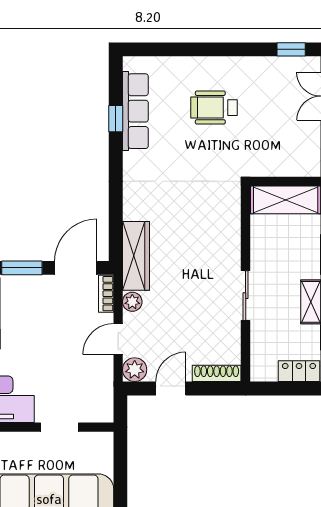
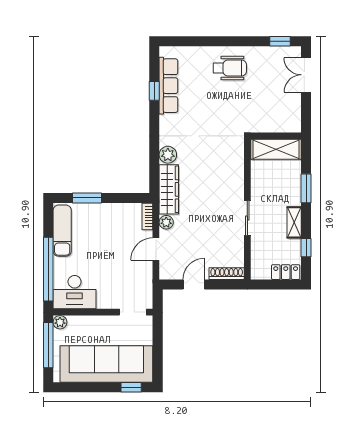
wheelchair: (214, 108) -> (230, 68), moved, turned 180
door: (76, 268) -> (126, 198), removed
plant: (135, 370) -> (168, 155), moved
doorway: (60, 427) -> (133, 312), moved

